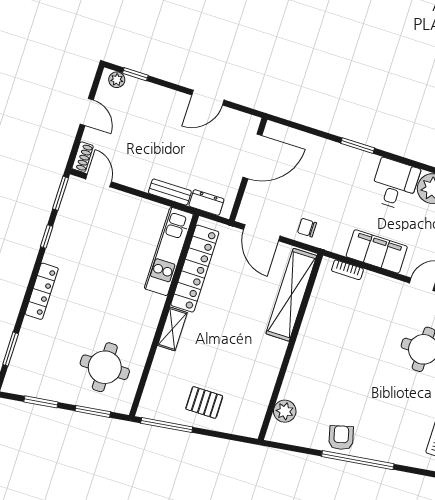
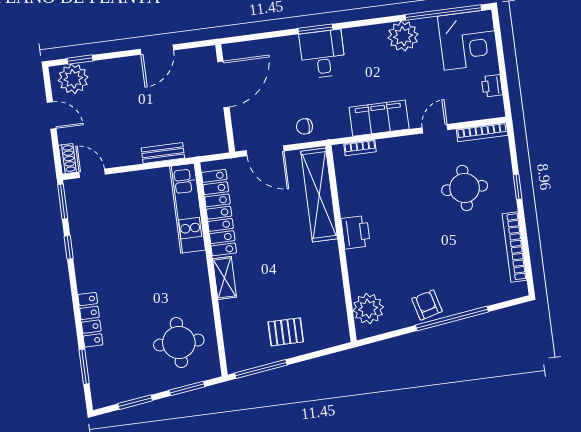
plant: (117, 80) -> (73, 79), width x1.88, depth x1.88
desk: (395, 184) -> (323, 54), moved
dresser: (206, 203) -> (201, 147), removed
locker: (42, 291) -> (90, 320), moved
printer: (308, 343) -> (356, 232), added
plant: (285, 411) -> (368, 309), width x1.36, depth x1.36

